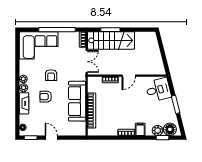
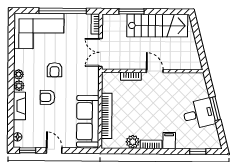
stairs: (111, 40) -> (157, 26), moved
double door: (87, 62) -> (100, 52), swing flipped
door: (129, 76) -> (155, 71), swing flipped
desk: (158, 90) -> (199, 114), moved
sofa: (77, 101) -> (88, 121), moved
floor lamp: (170, 129) -> (207, 141), removed
plant: (158, 131) -> (133, 142), moved

